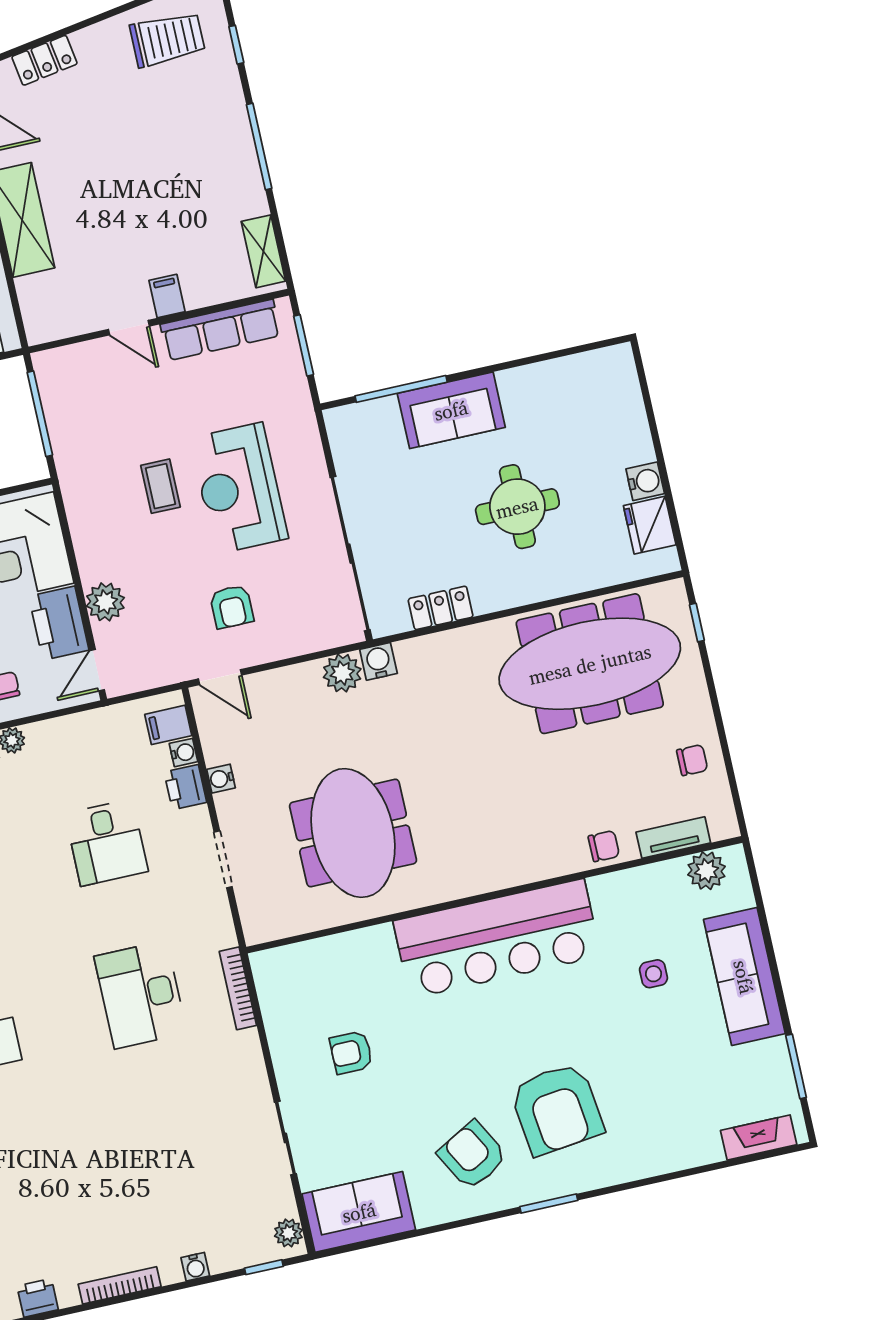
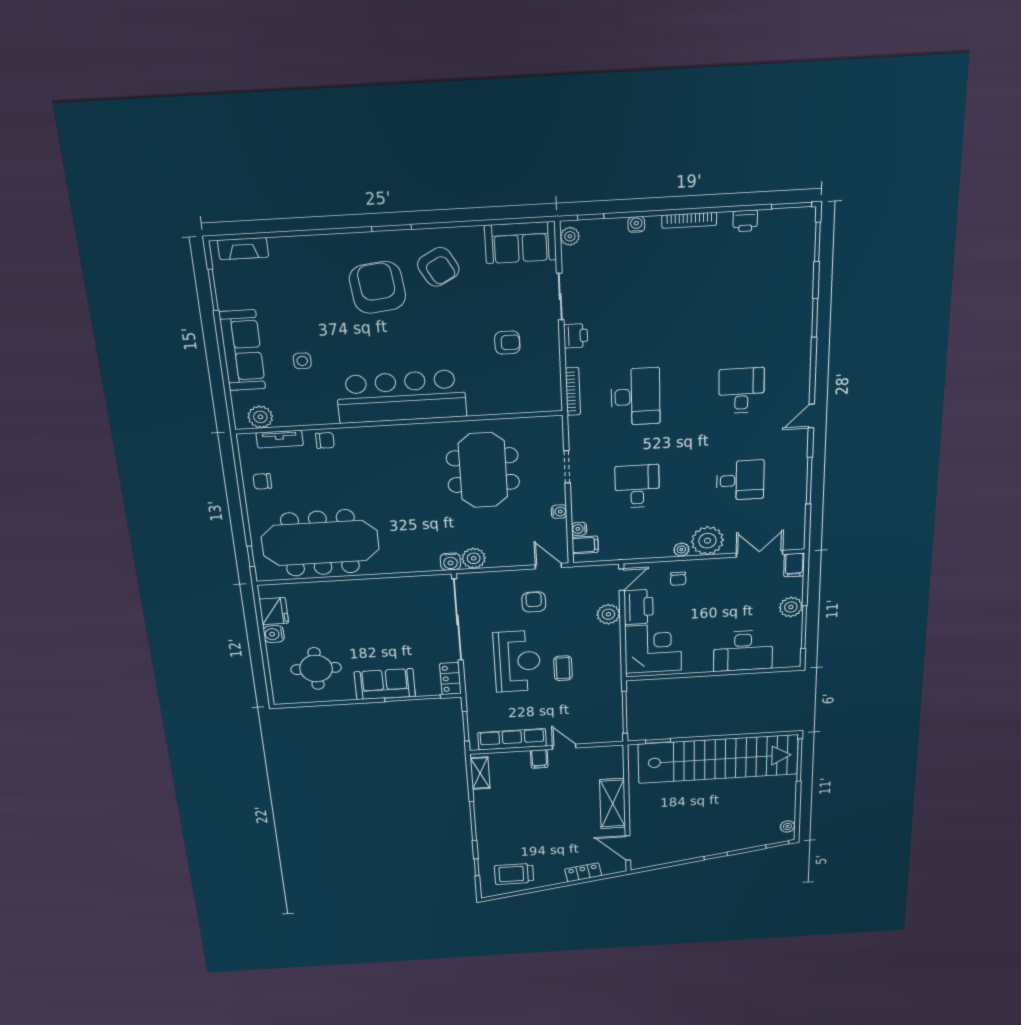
round table: (517, 507) -> (316, 669), moved
locker: (441, 608) -> (450, 679), moved, turned 90
printer: (185, 787) -> (576, 336), moved
chair: (604, 846) -> (325, 440), turned 180

